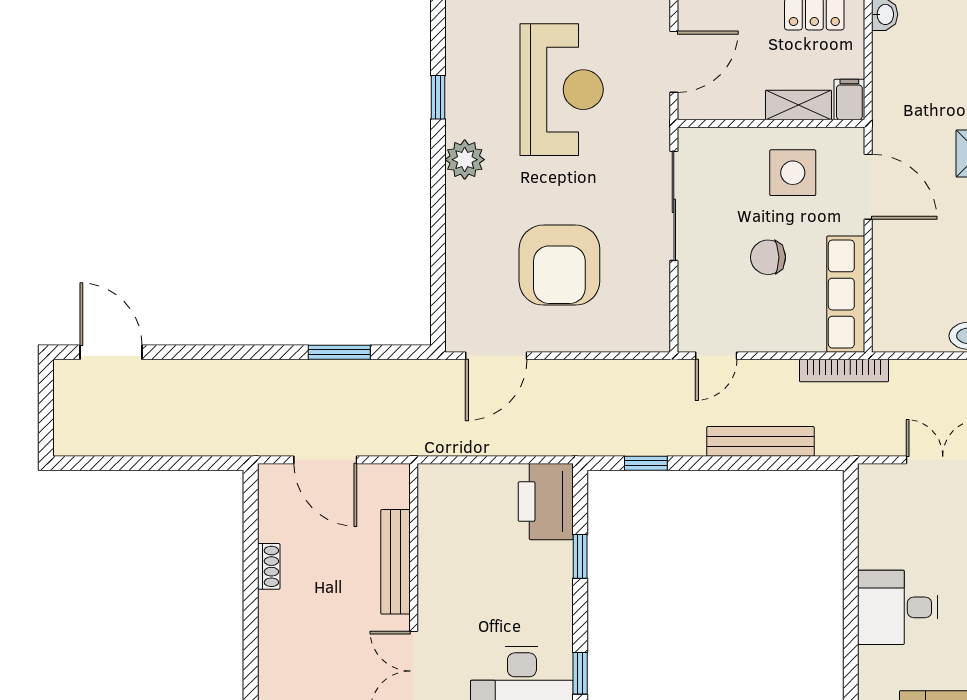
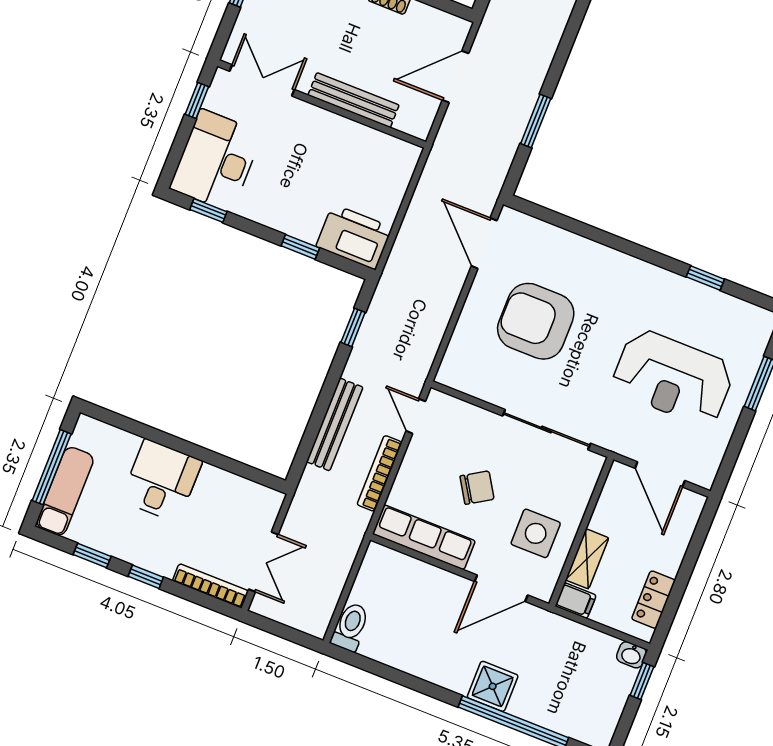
plant: (465, 160) -> (648, 280), removed
chair: (768, 257) -> (477, 488), turned 59
bookcase: (844, 371) -> (380, 473), moved

